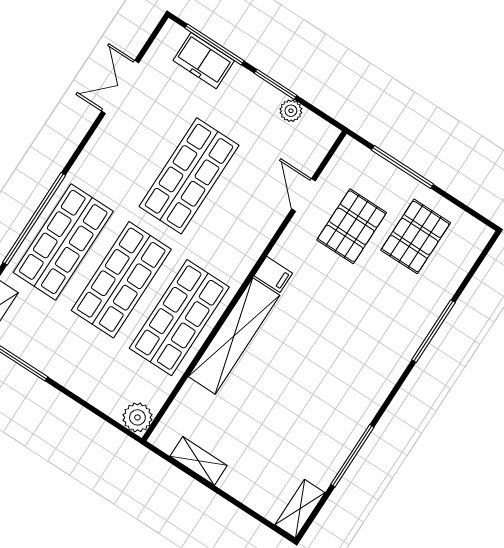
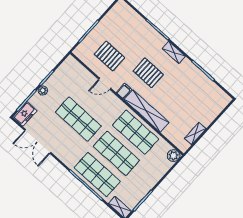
freezer: (204, 61) -> (25, 114), moved
double door: (120, 87) -> (38, 141), width x1.37
plant: (291, 111) -> (43, 91), moved
door: (303, 195) -> (105, 84), moved
pallet: (416, 236) -> (148, 73), moved
shelving: (300, 509) -> (174, 52), moved

